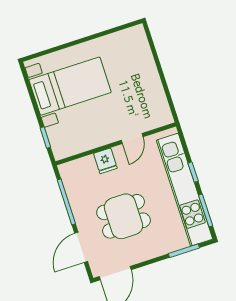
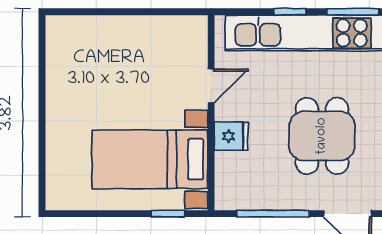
bed with nightstands: (70, 86) -> (150, 159), moved, turned -90
door: (132, 139) -> (211, 86), hinge flipped

